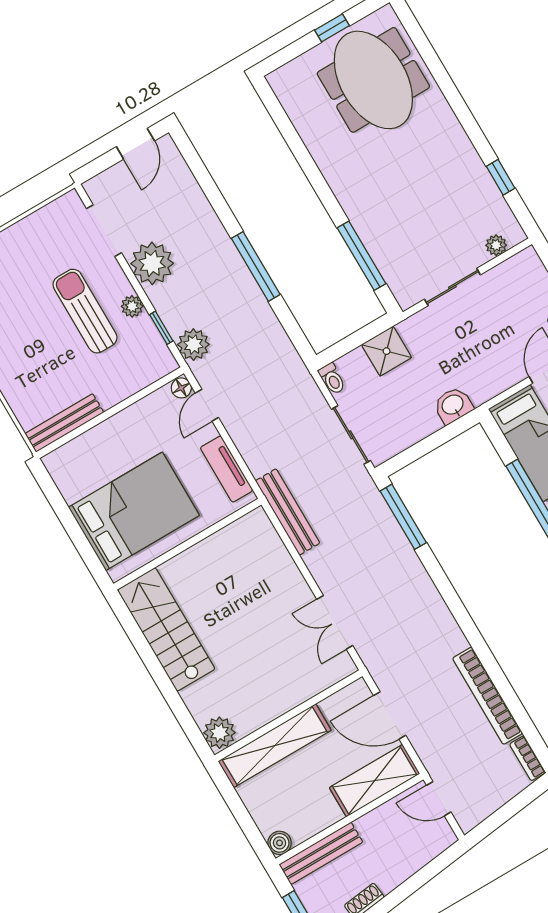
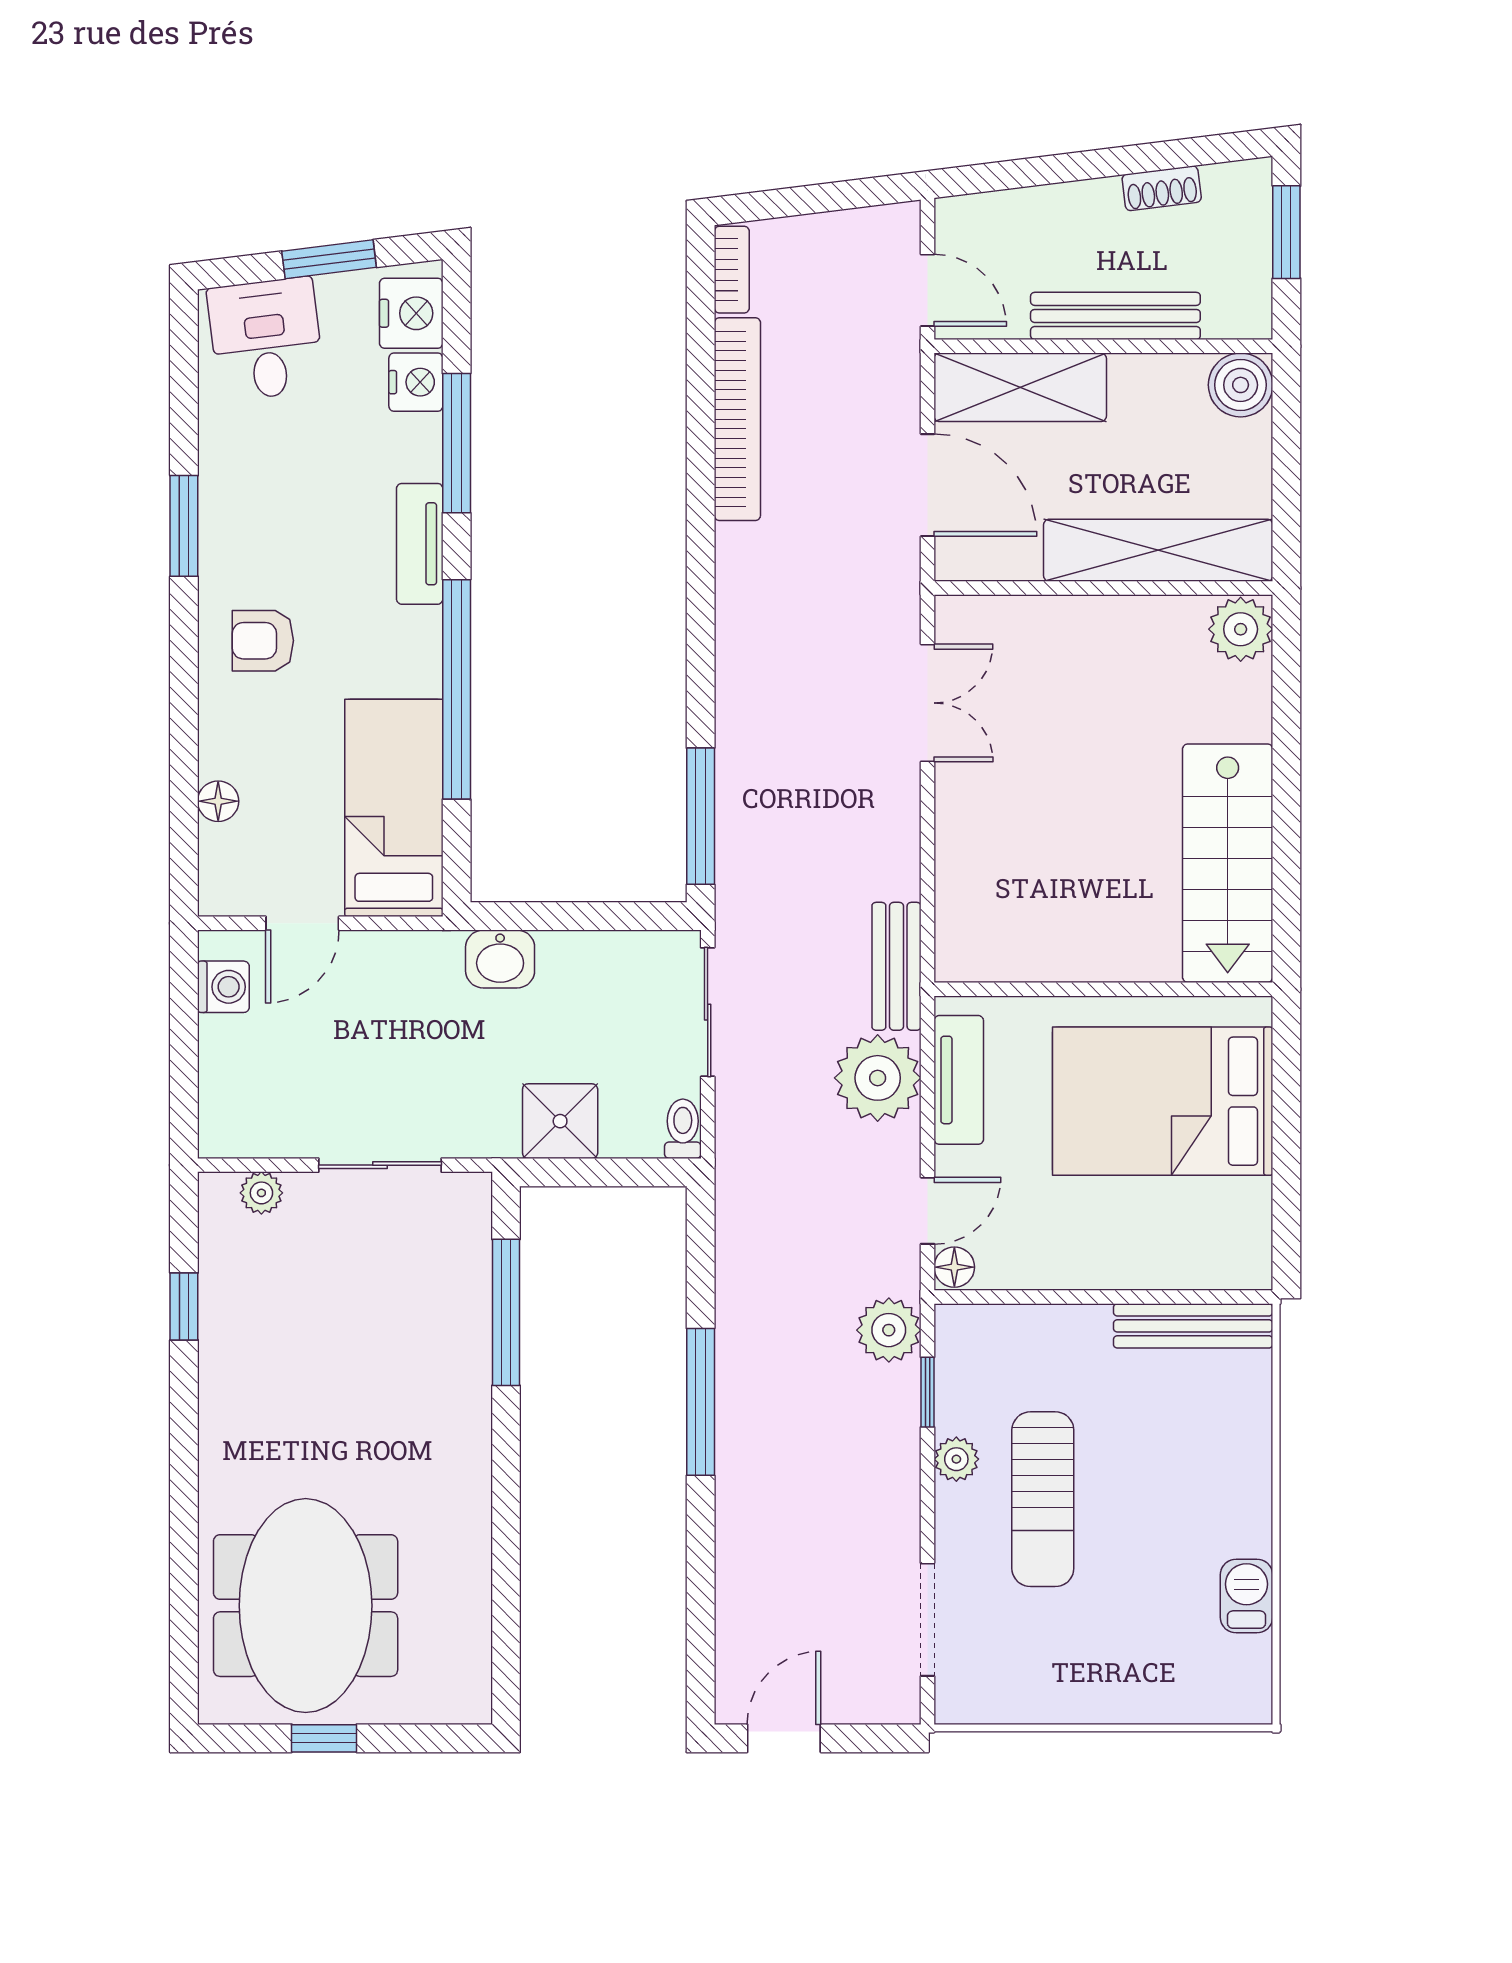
plant: (152, 263) -> (878, 1078), moved
bench: (288, 512) -> (896, 966), width x0.73
boiler: (280, 843) -> (1241, 385), width x1.36, depth x1.36
bench: (321, 853) -> (1115, 316), moved

